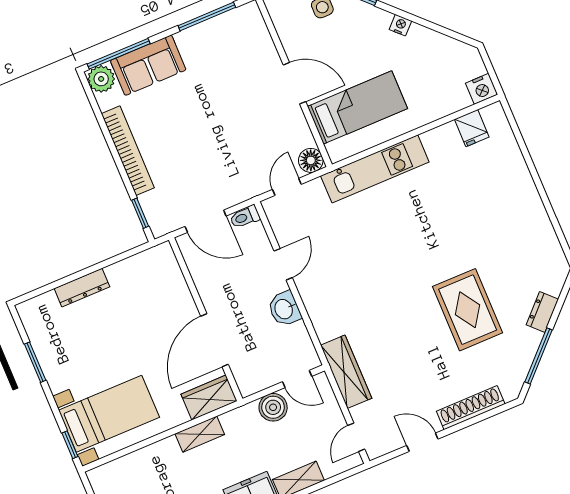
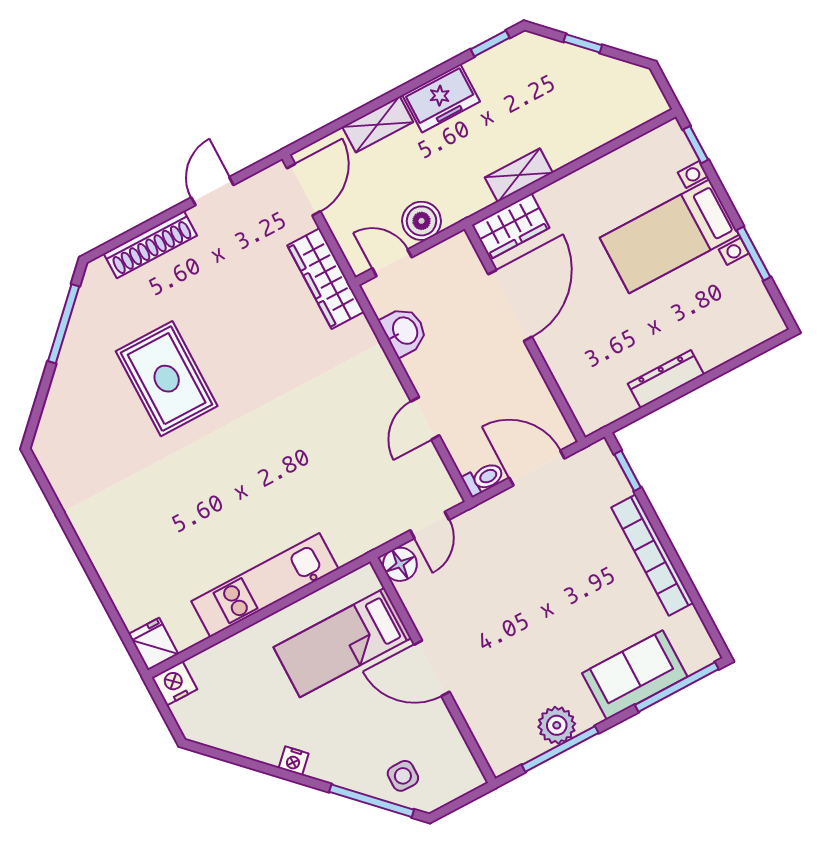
plant: (101, 79) -> (557, 725), moved
fridge: (472, 128) -> (153, 644), moved
kitchen unit: (375, 169) -> (265, 585), moved
dresser: (82, 288) -> (666, 379), moved
washbasin: (284, 309) -> (404, 331), moved
dresser: (542, 312) -> (64, 385), removed
bed with nightstands: (109, 414) -> (669, 236), moved
door: (356, 437) -> (304, 190), width x1.38
door: (422, 442) -> (212, 191), swing flipped

